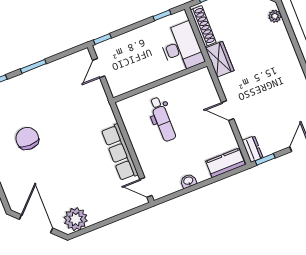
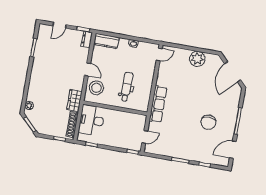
stool: (201, 93) -> (96, 88), added
row of seats: (120, 152) -> (158, 104), moved
door: (146, 187) -> (159, 55), hinge flipped
plant: (76, 219) -> (197, 59), moved

